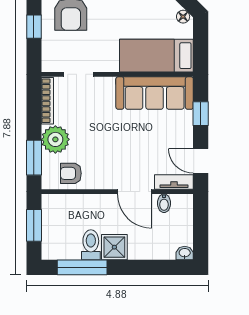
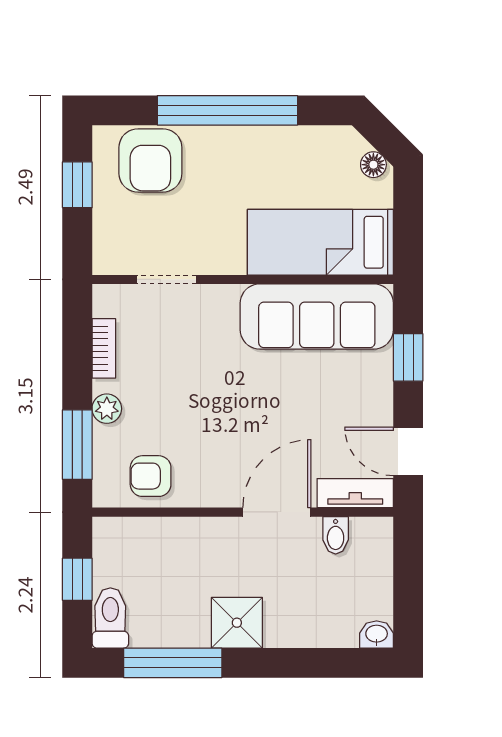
bookcase: (47, 101) -> (104, 348), width x0.64
plant: (55, 139) -> (107, 409), width x0.53, depth x0.53
door: (135, 192) -> (277, 512), swing flipped
window: (34, 225) -> (77, 579), width x0.67
toilet: (91, 245) -> (110, 618), moved

